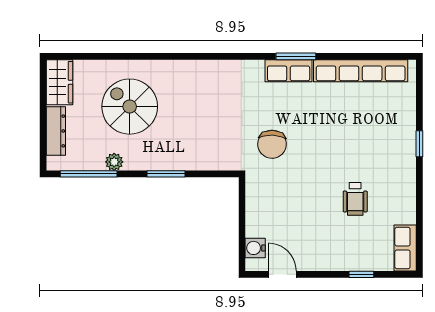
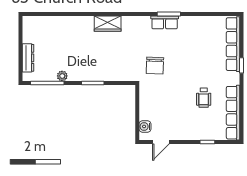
row of seats: (361, 71) -> (233, 44), moved, turned 90
wardrobe: (60, 82) -> (108, 24), moved, turned 90
spiral stairs: (130, 107) -> (71, 43), removed
row of seats: (405, 248) -> (233, 113), width x2.02
door: (282, 274) -> (161, 142), swing flipped

